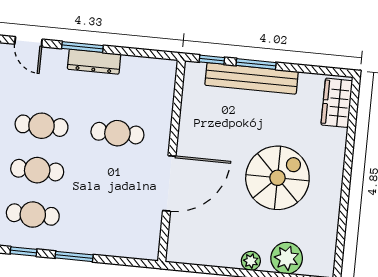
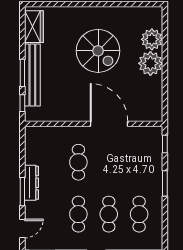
wardrobe: (337, 103) -> (34, 27), moved, turned -90
spiral stairs: (277, 178) -> (98, 51), turned 180
window: (24, 252) -> (165, 144), moved
plant: (251, 261) -> (150, 63), width x1.88, depth x1.88

